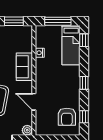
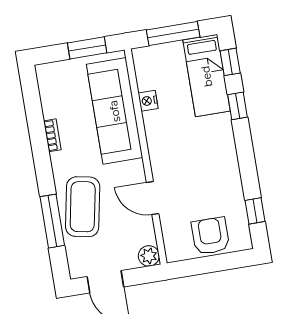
sofa: (24, 67) -> (115, 111), width x1.85, depth x1.27
window: (84, 83) -> (237, 106), moved
armchair: (67, 117) -> (210, 236), moved, turned 180

